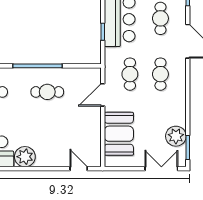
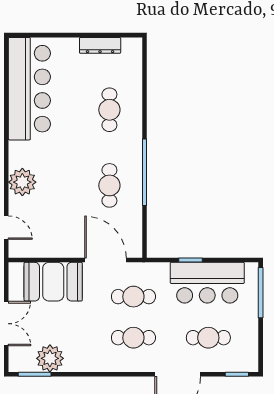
door: (103, 95) -> (106, 260), width x1.36
plant: (25, 157) -> (22, 182), moved
door: (79, 169) -> (6, 228), hinge flipped
double door: (161, 169) -> (6, 324), moved

